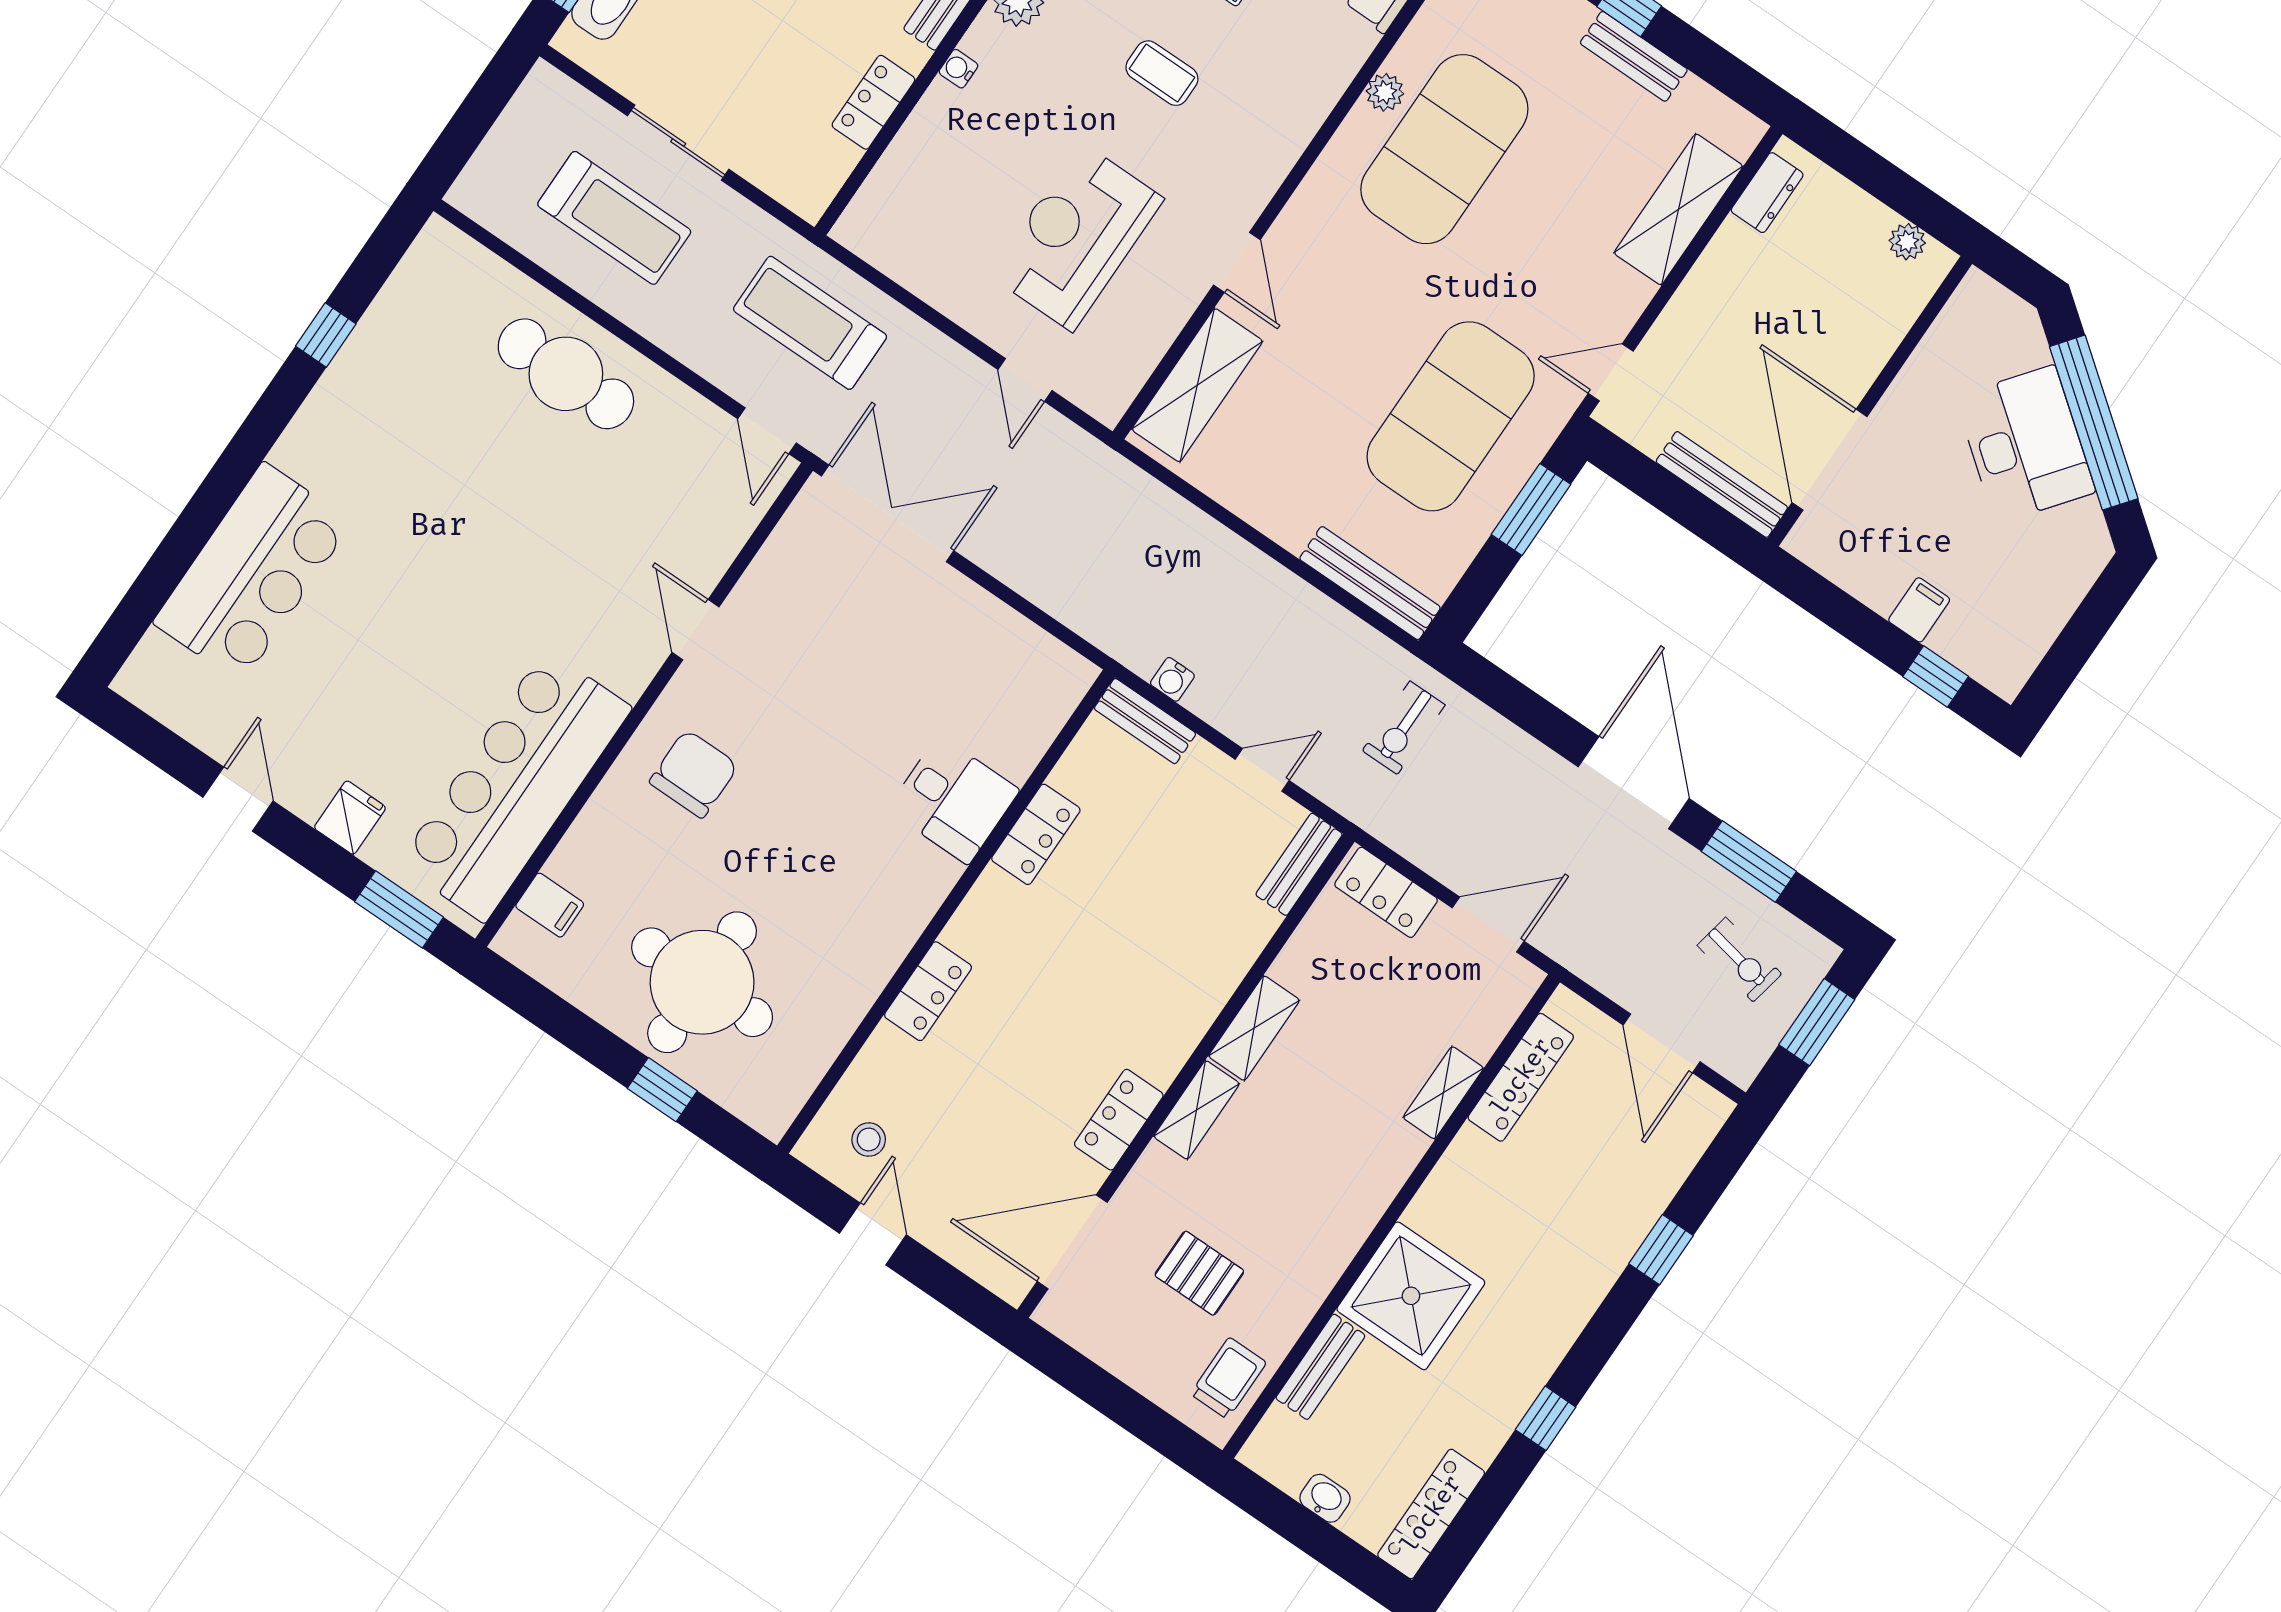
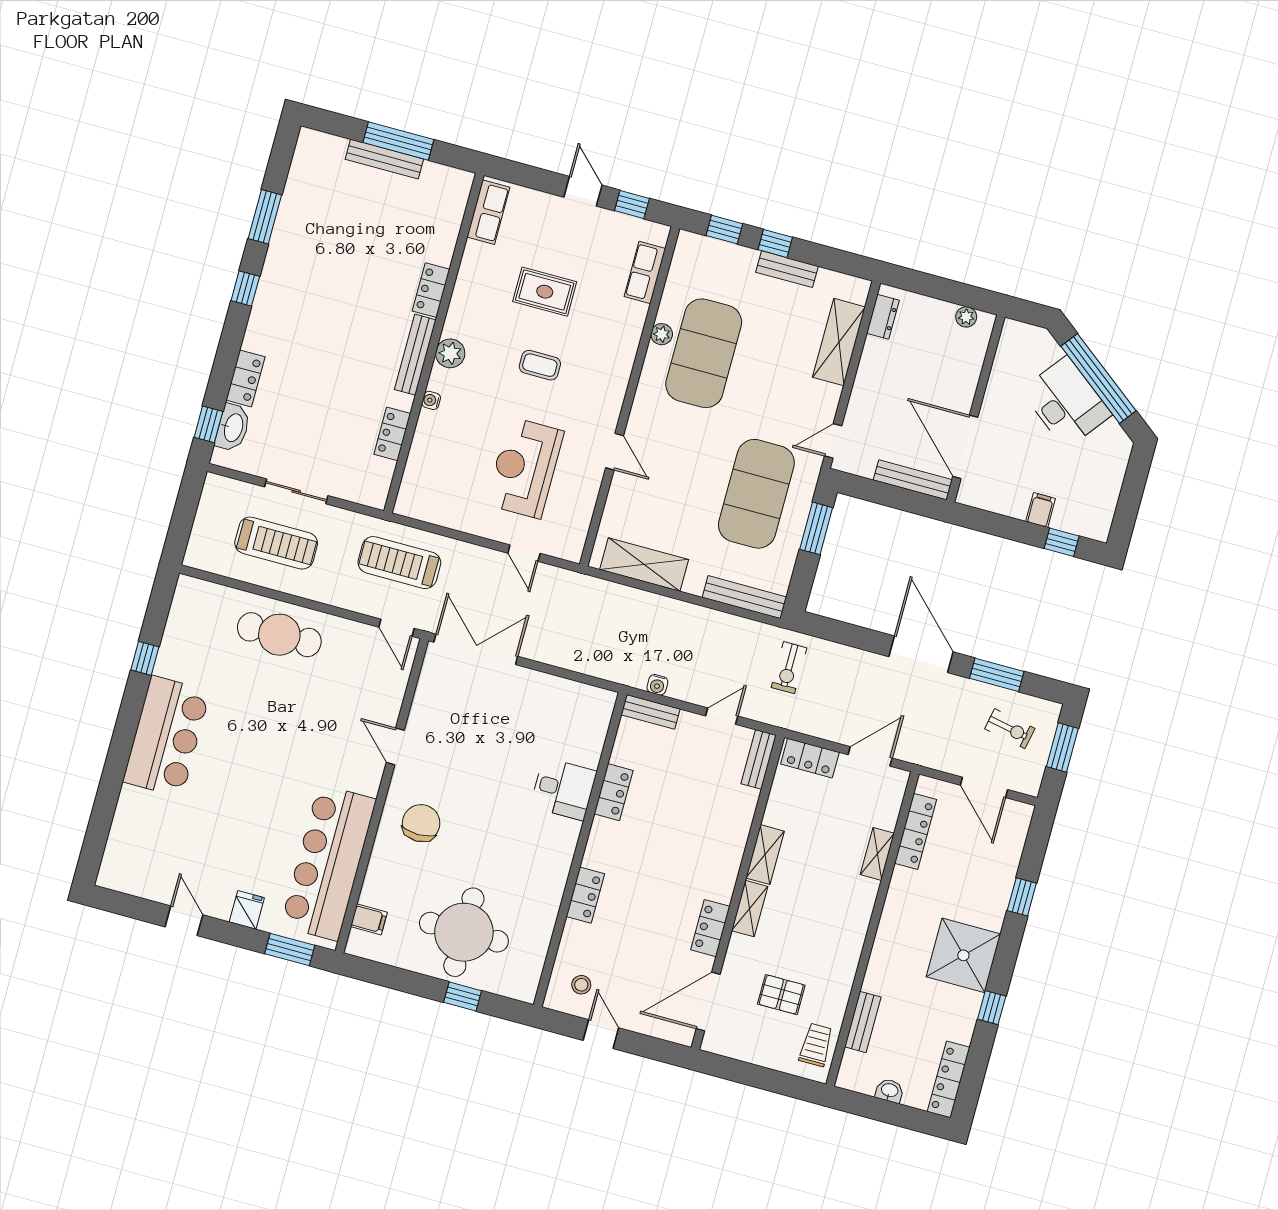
shelving: (1197, 385) -> (644, 564), moved, turned 90
bar counter: (253, 572) -> (167, 736), moved
shower: (1411, 1296) -> (963, 955), moved

